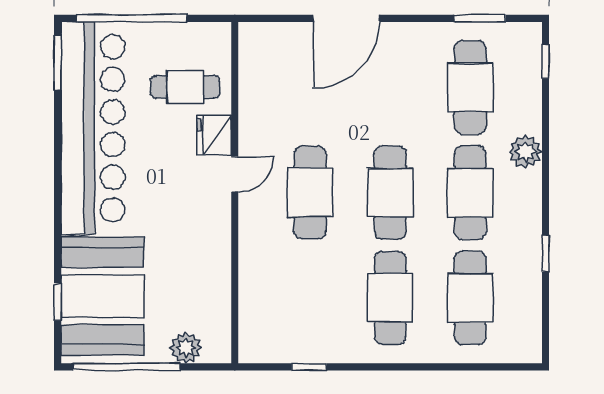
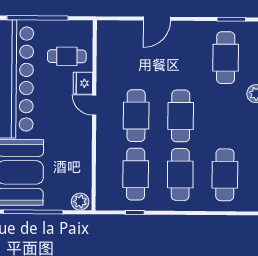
door: (346, 18) -> (157, 19), width x0.73
door: (235, 174) -> (94, 105), swing flipped
cafe table: (470, 193) -> (136, 174), moved
plant: (186, 348) -> (80, 202), moved

